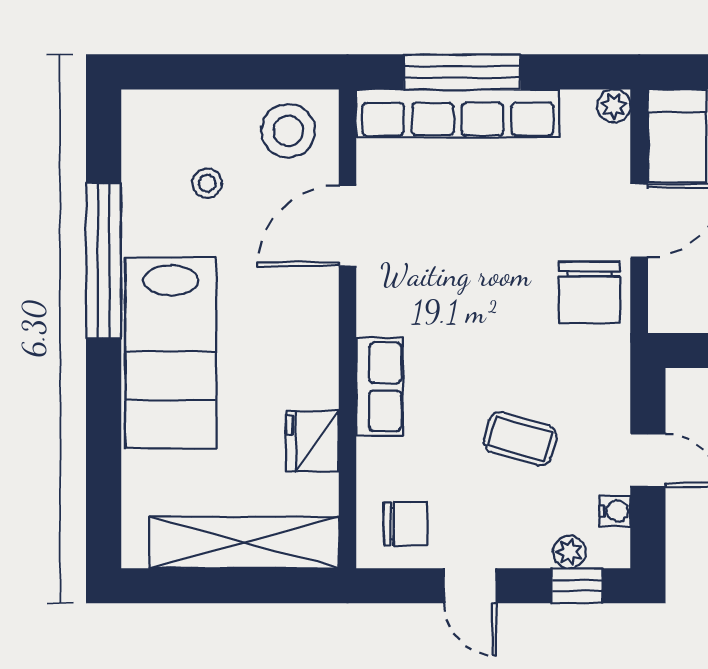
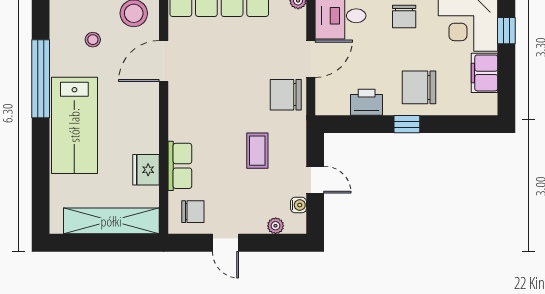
chair: (589, 292) -> (286, 95), turned 90
row of seats: (380, 387) -> (180, 166), moved
coffee table: (520, 439) -> (257, 151), moved, turned 74
window: (577, 586) -> (280, 243), removed

